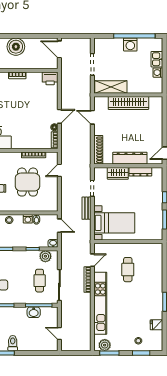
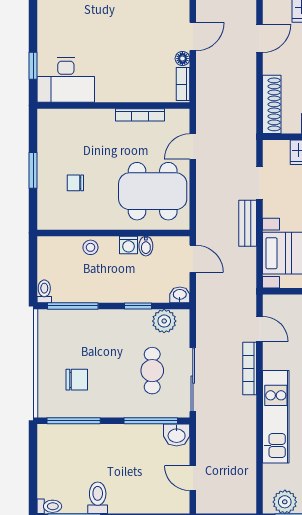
door: (92, 117) -> (260, 38), swing flipped
dining table: (28, 182) -> (153, 191), moved, width x1.38
door: (92, 260) -> (260, 329), hinge flipped
kitchen unit: (100, 303) -> (276, 417), width x0.73
washbasin: (34, 312) -> (177, 435), moved

